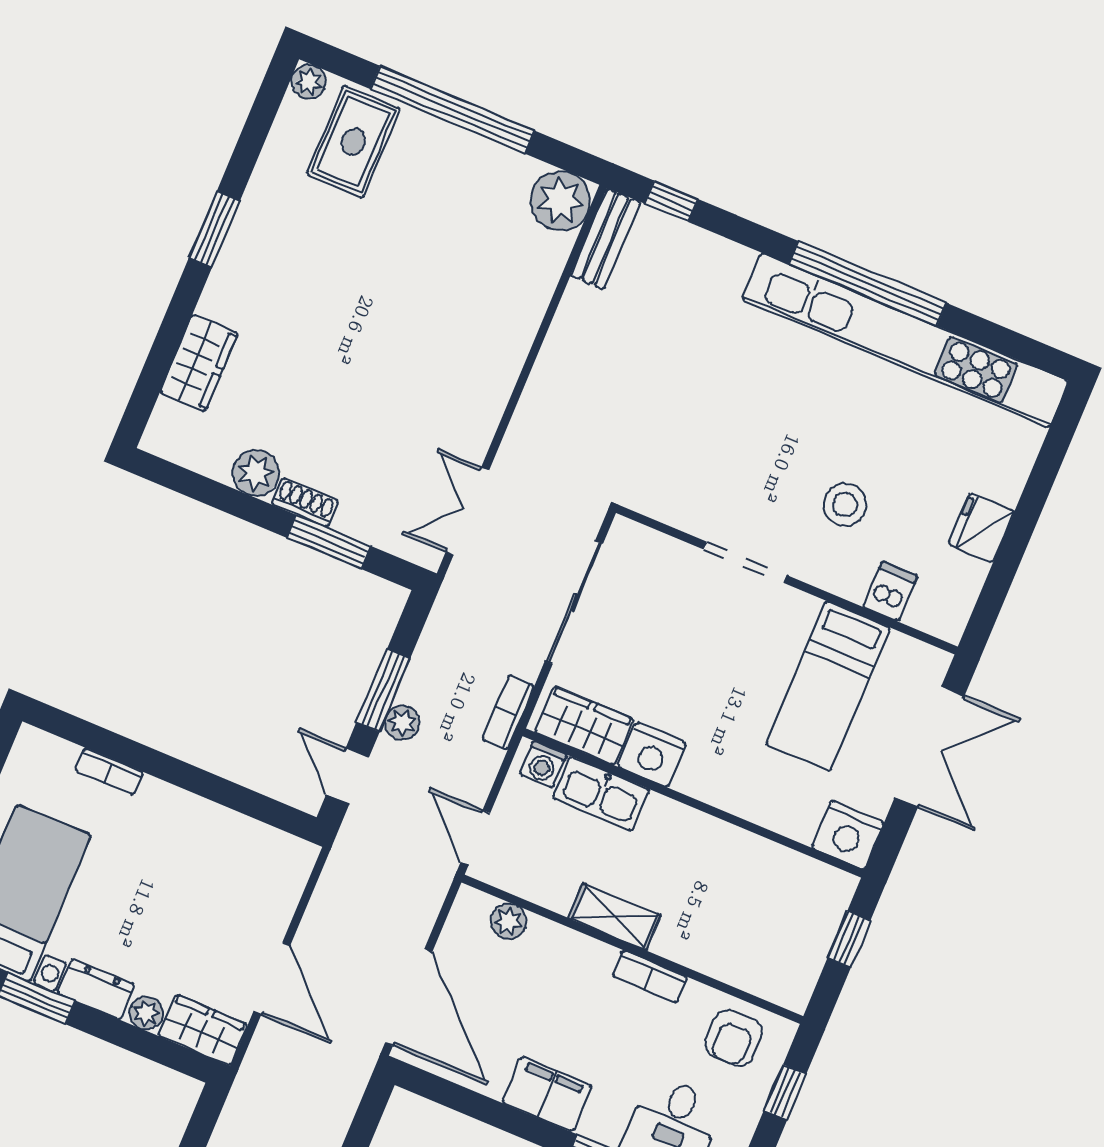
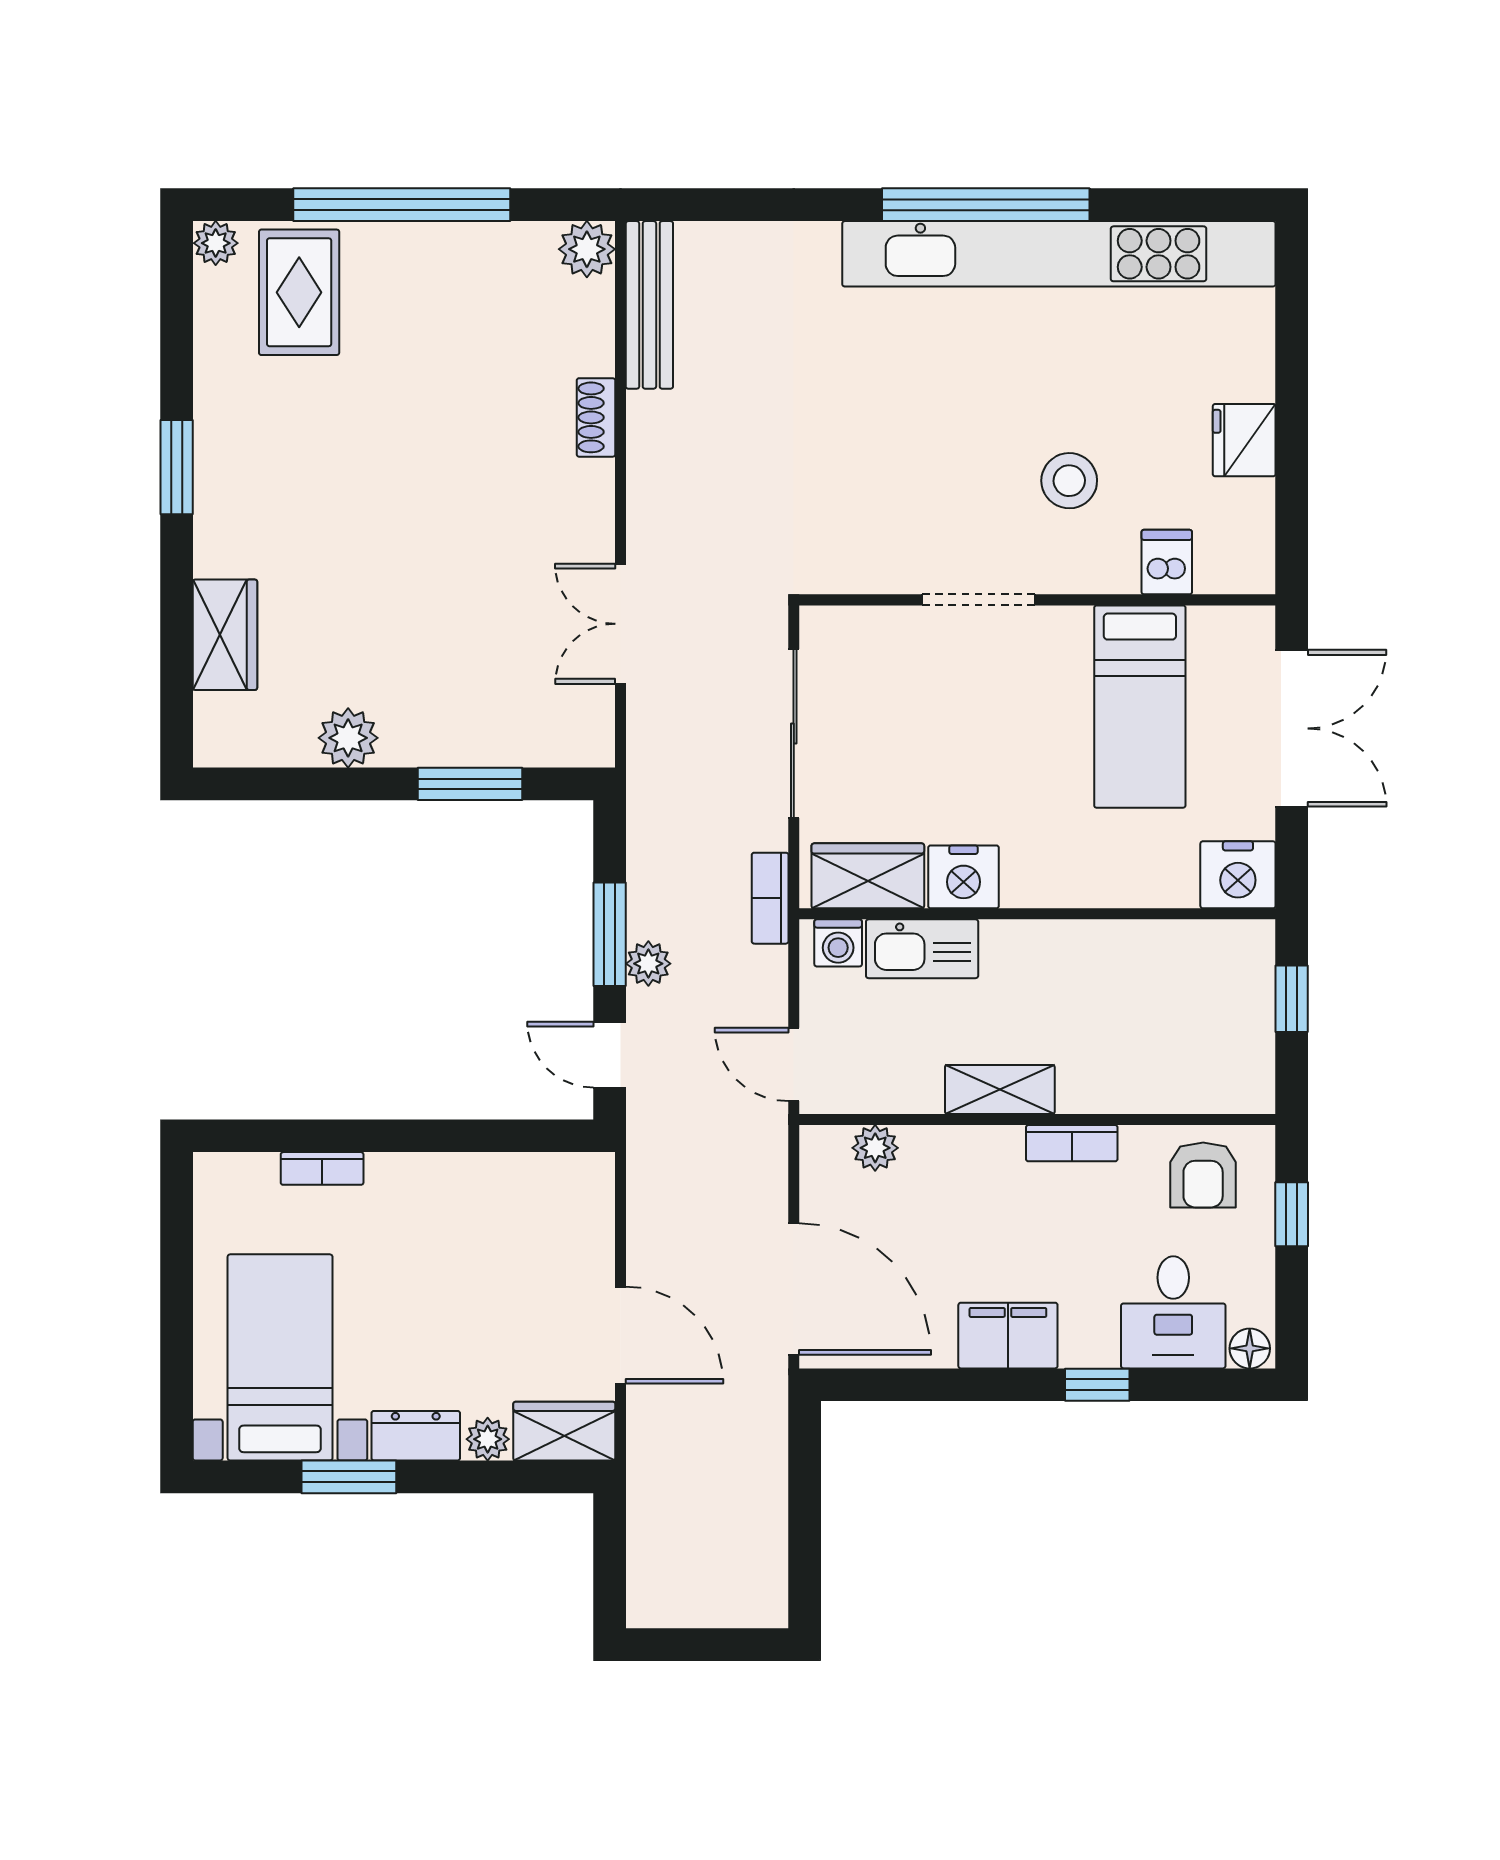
plant: (561, 201) -> (587, 249), width x0.73, depth x0.73
window: (671, 201) -> (709, 205), removed
bench: (605, 239) -> (649, 305), width x1.36
shoe rack: (305, 502) -> (596, 417), moved, turned -90
double door: (467, 511) -> (621, 624), moved

